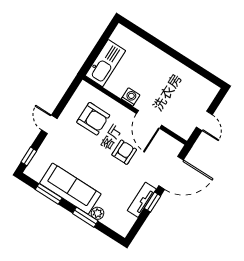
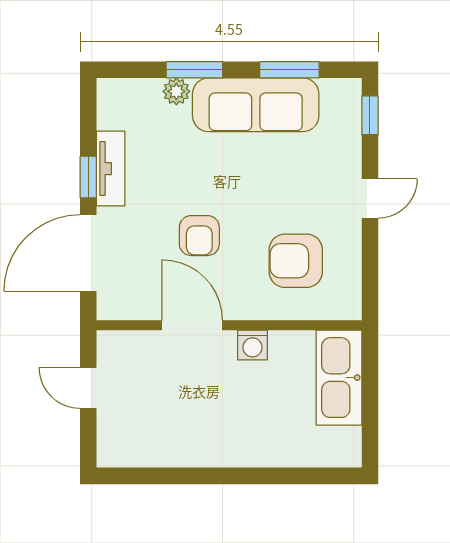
door: (49, 124) -> (370, 199), hinge flipped

